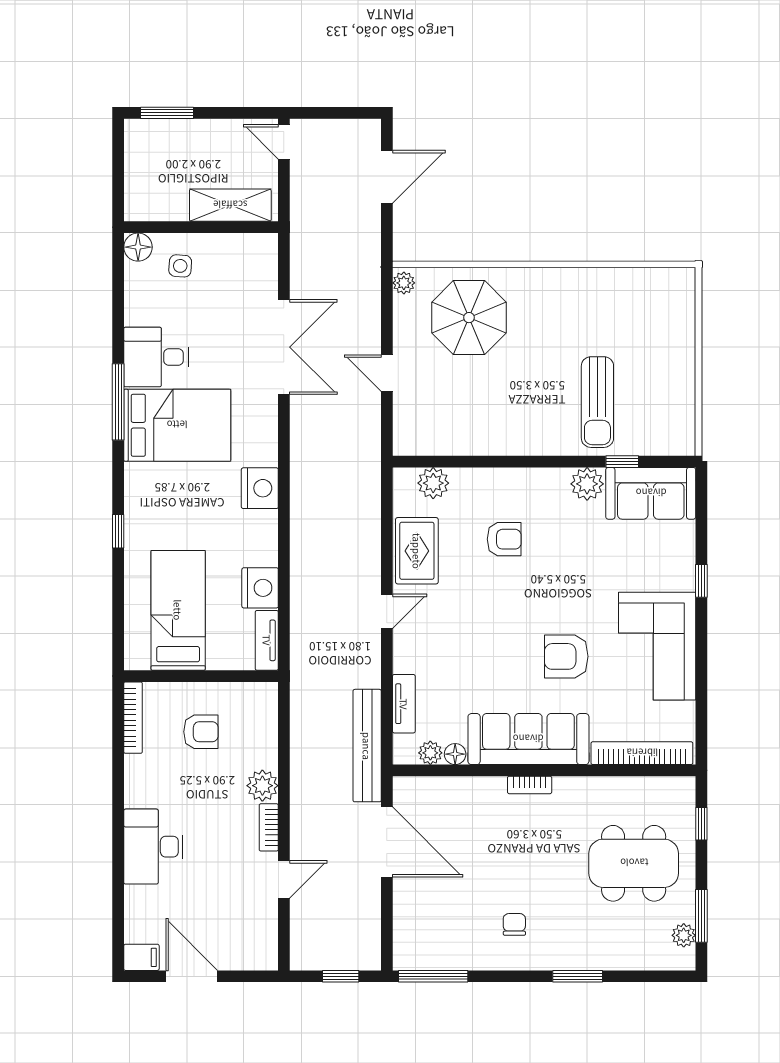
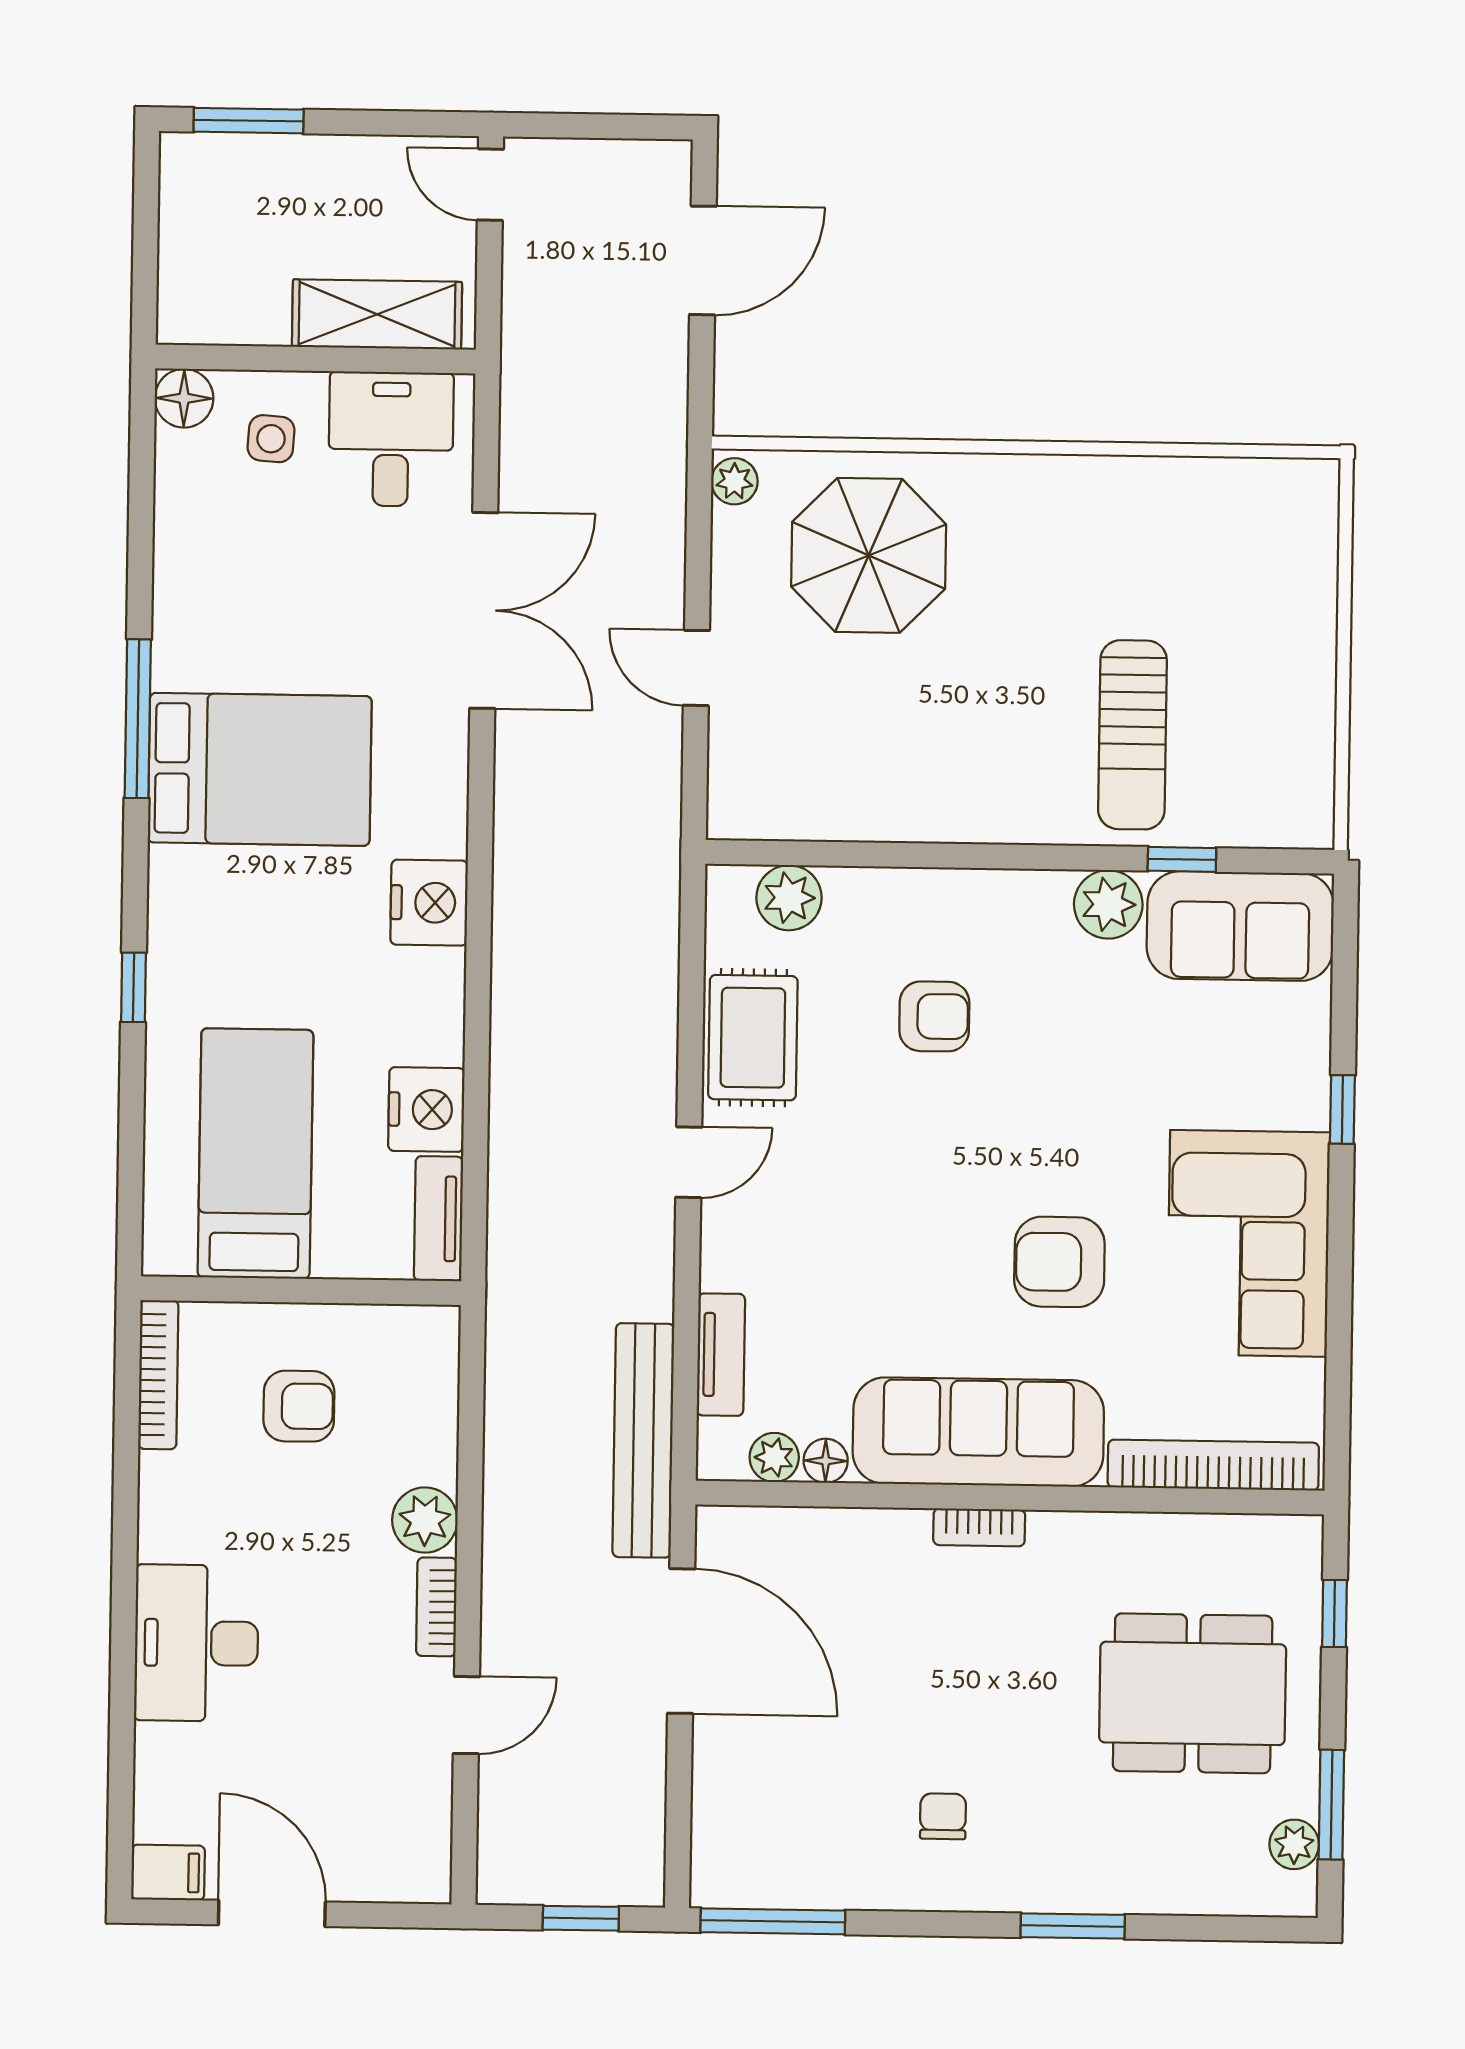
desk: (156, 357) -> (391, 439), moved, turned 90

